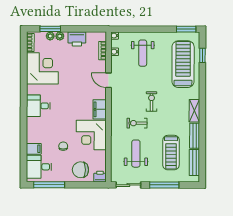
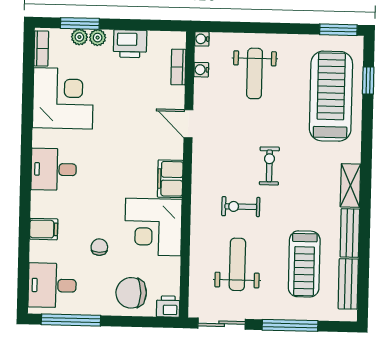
filing cabinet: (34, 149) -> (44, 229), moved

